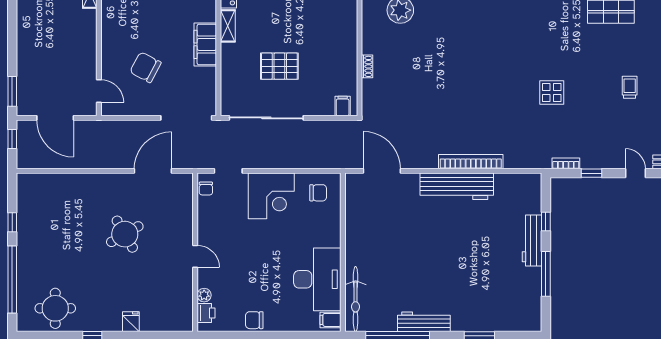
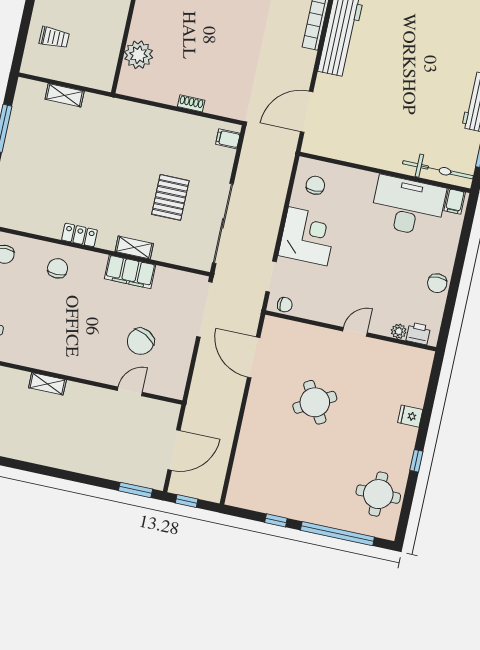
shelving: (228, 26) -> (134, 248), moved
door: (99, 91) -> (130, 391), moved

